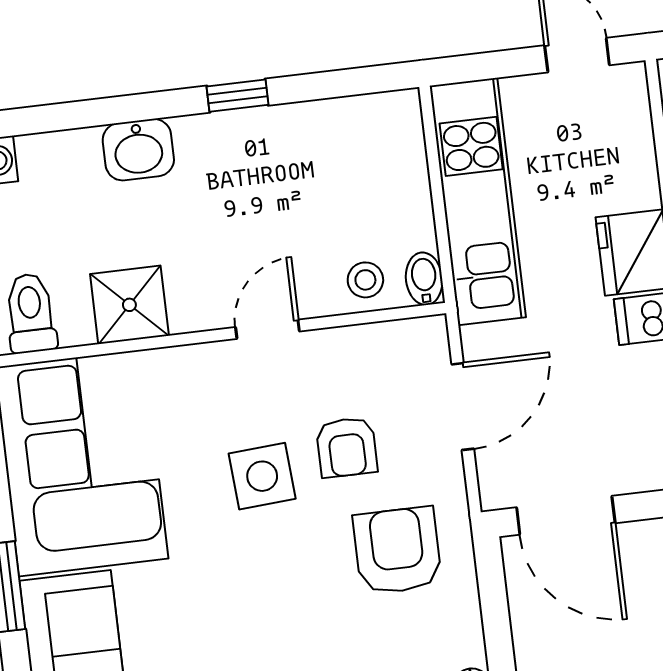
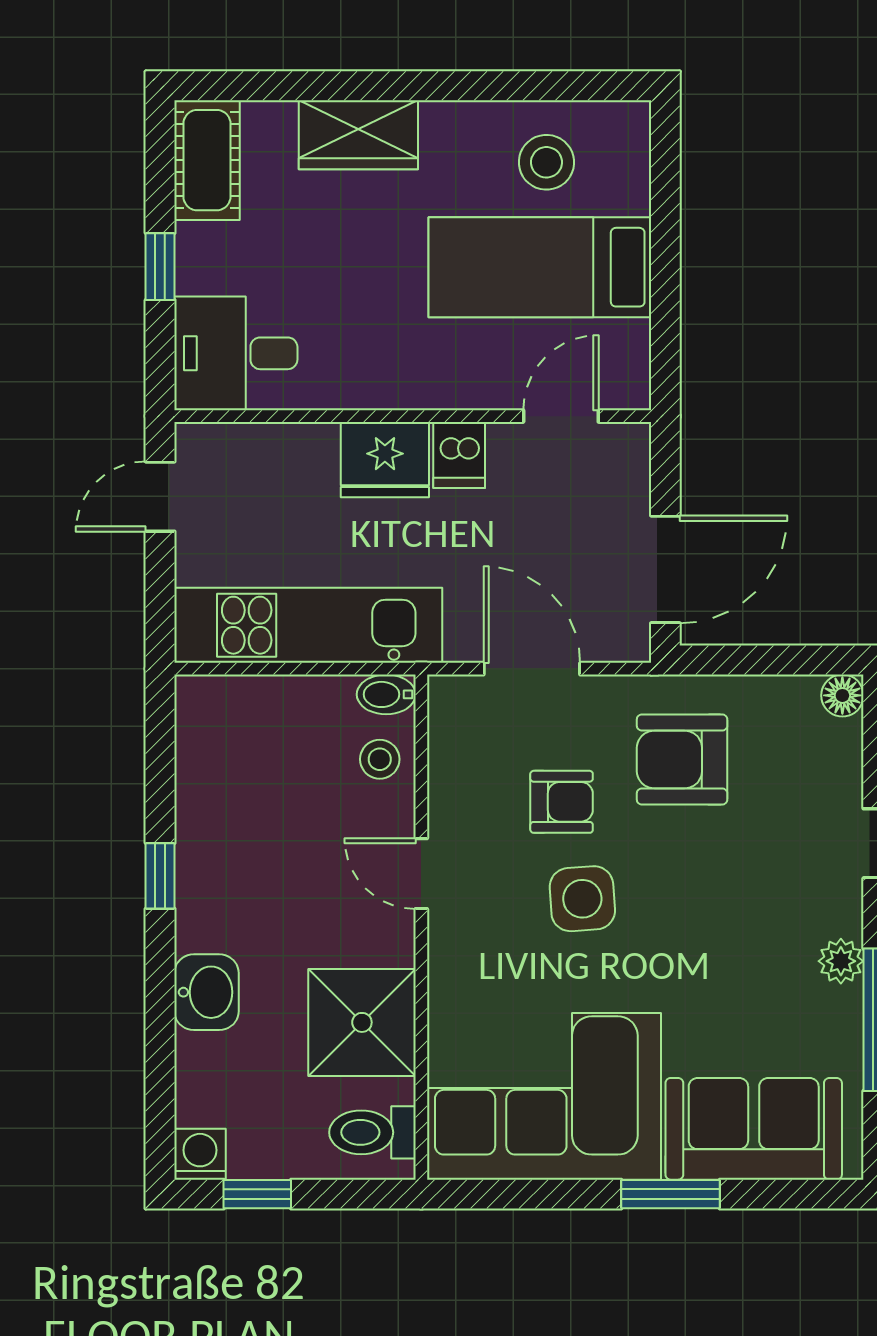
shower: (129, 305) -> (362, 1022), width x1.36, depth x1.36

